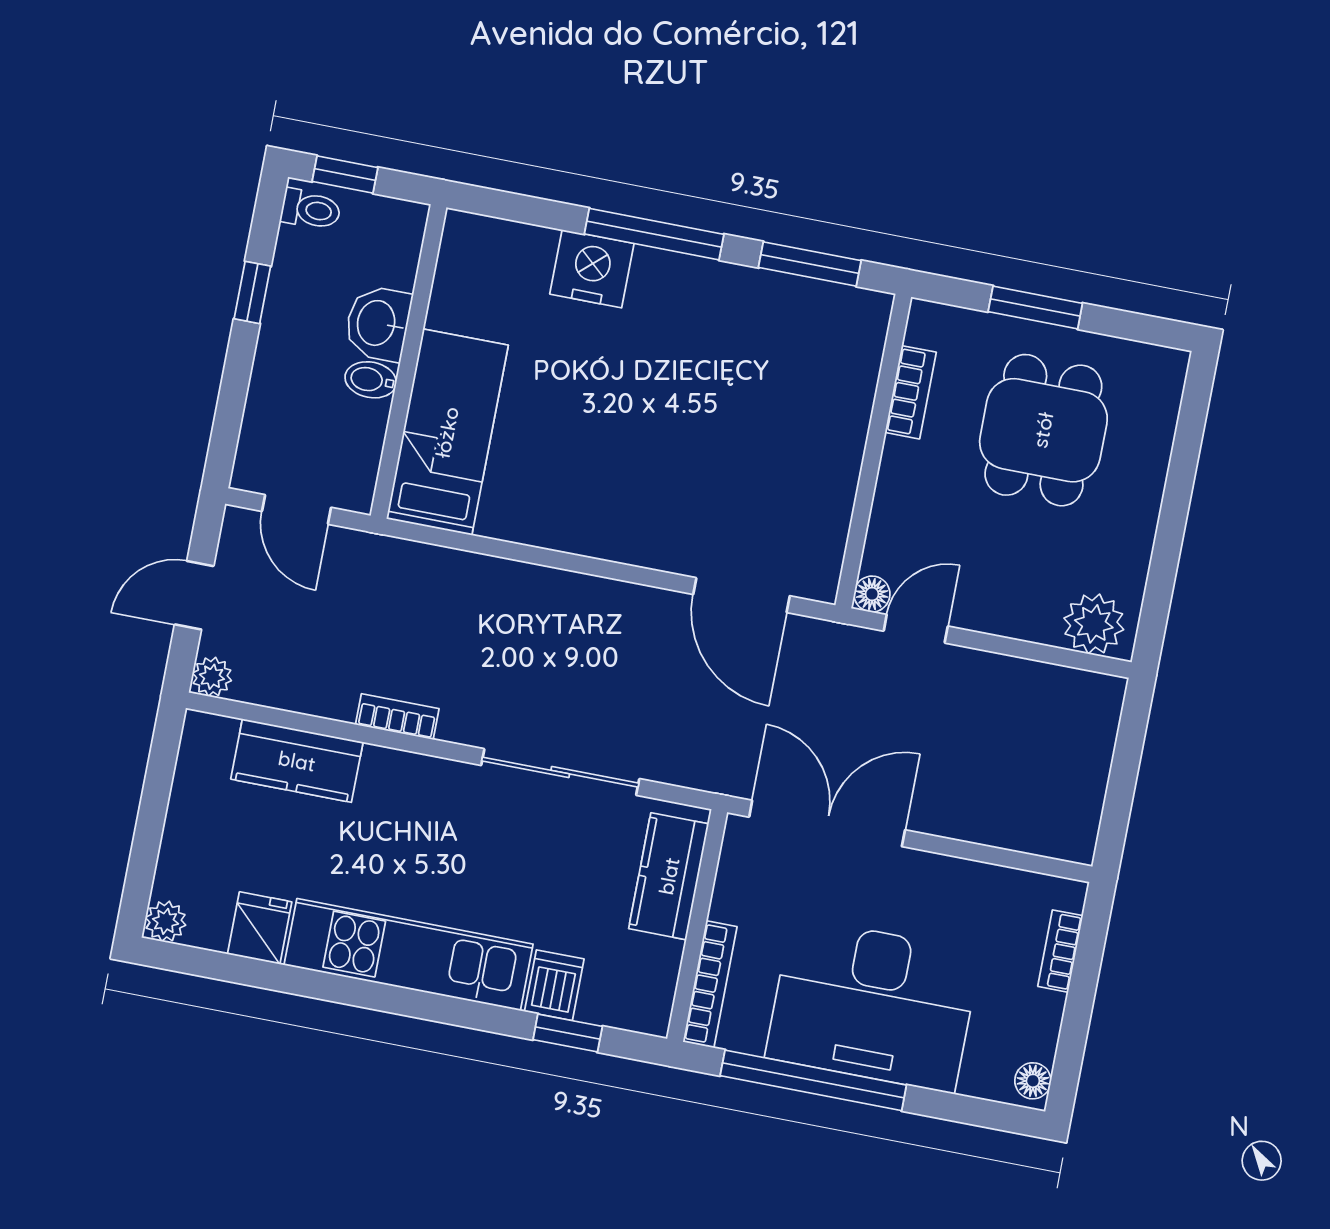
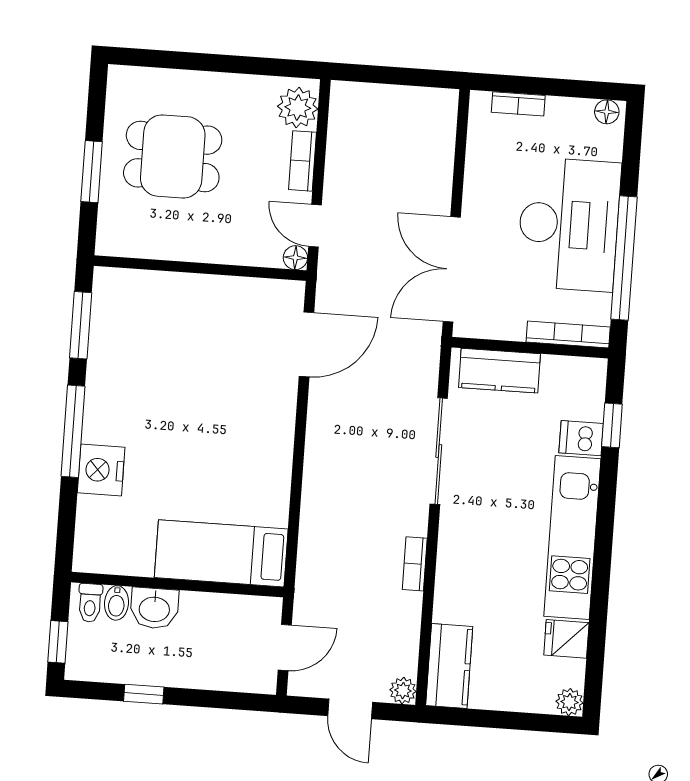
toilet: (311, 210) -> (90, 603), moved, turned 180
bidet: (371, 380) -> (116, 603), moved
bookcase: (911, 392) -> (303, 161), moved, turned -90
kitchen counter: (297, 761) -> (449, 666), moved

